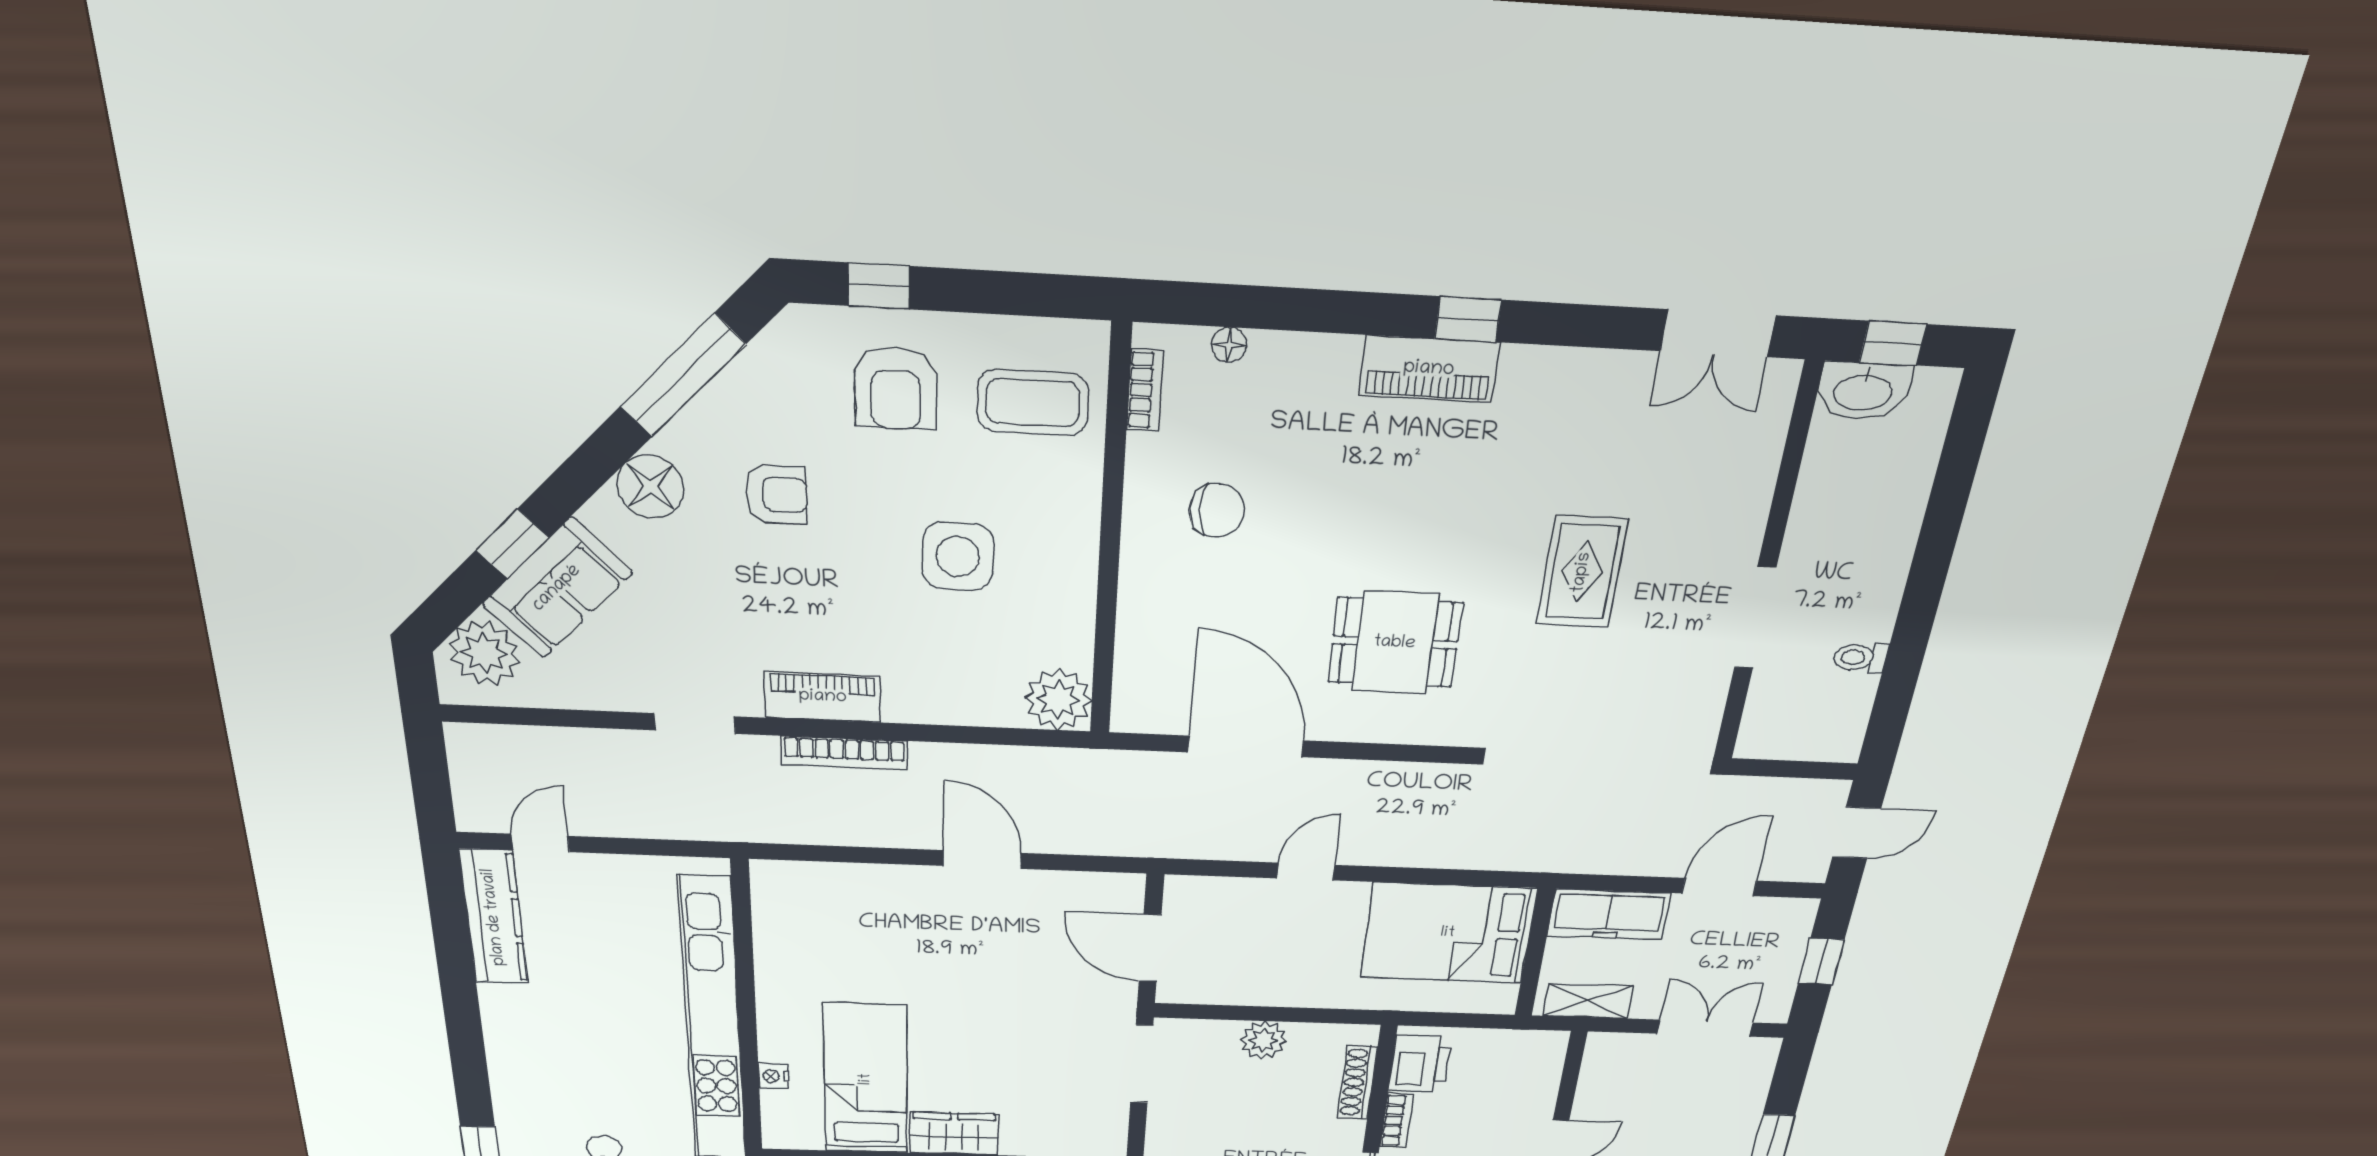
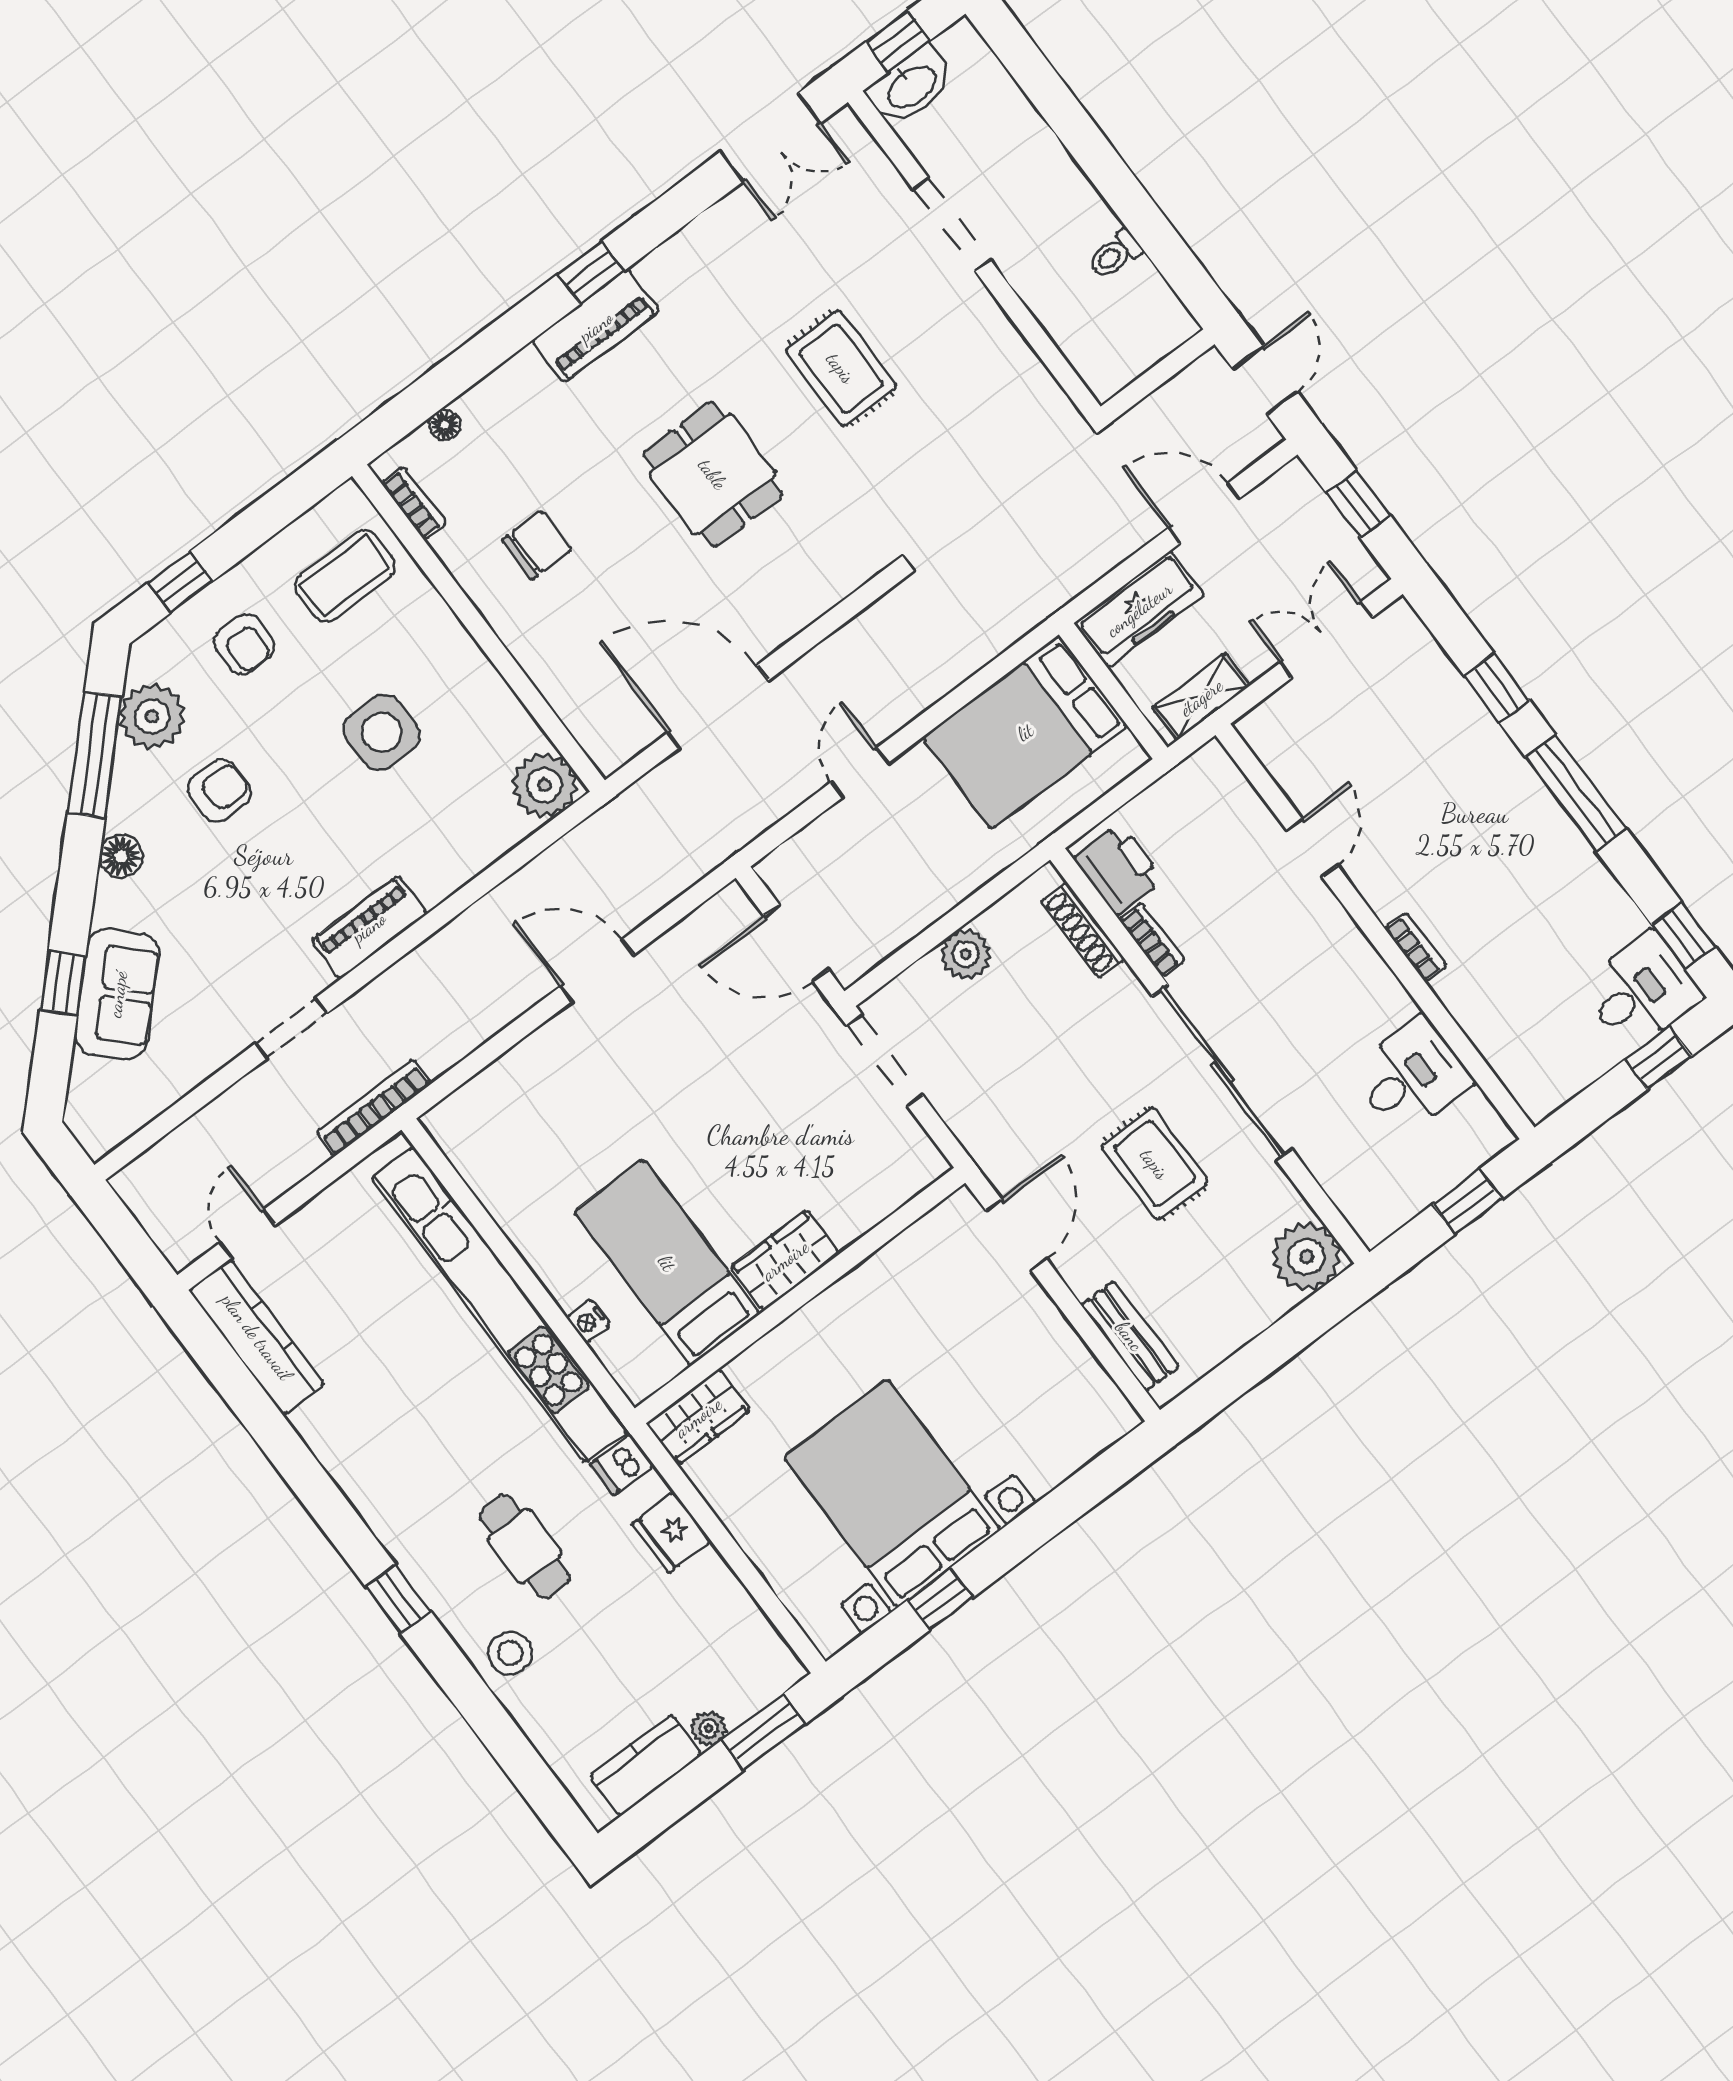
armchair: (896, 388) -> (244, 644), width x0.72, depth x0.72
floor lamp: (650, 487) -> (121, 856), width x0.73, depth x0.73
doorway: (1755, 618) -> (952, 224), moved
dining table: (1395, 643) -> (713, 474), moved, turned 90
plant: (484, 653) -> (152, 716), moved
bookcase: (844, 753) -> (374, 1108), moved, turned 180
door: (1719, 887) -> (1204, 513), hinge flipped

